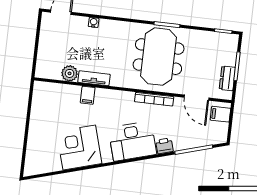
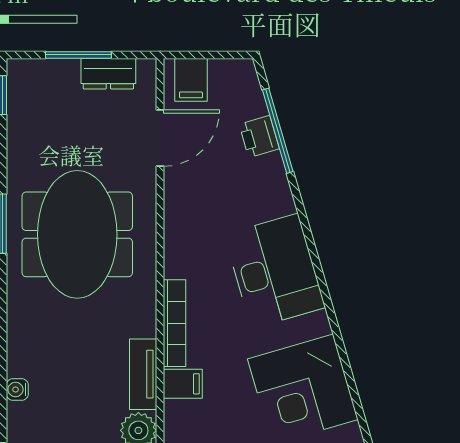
meeting table: (159, 57) -> (77, 234), turned 90
bookcase: (154, 99) -> (174, 323), moved
printer: (164, 146) -> (259, 137), moved

